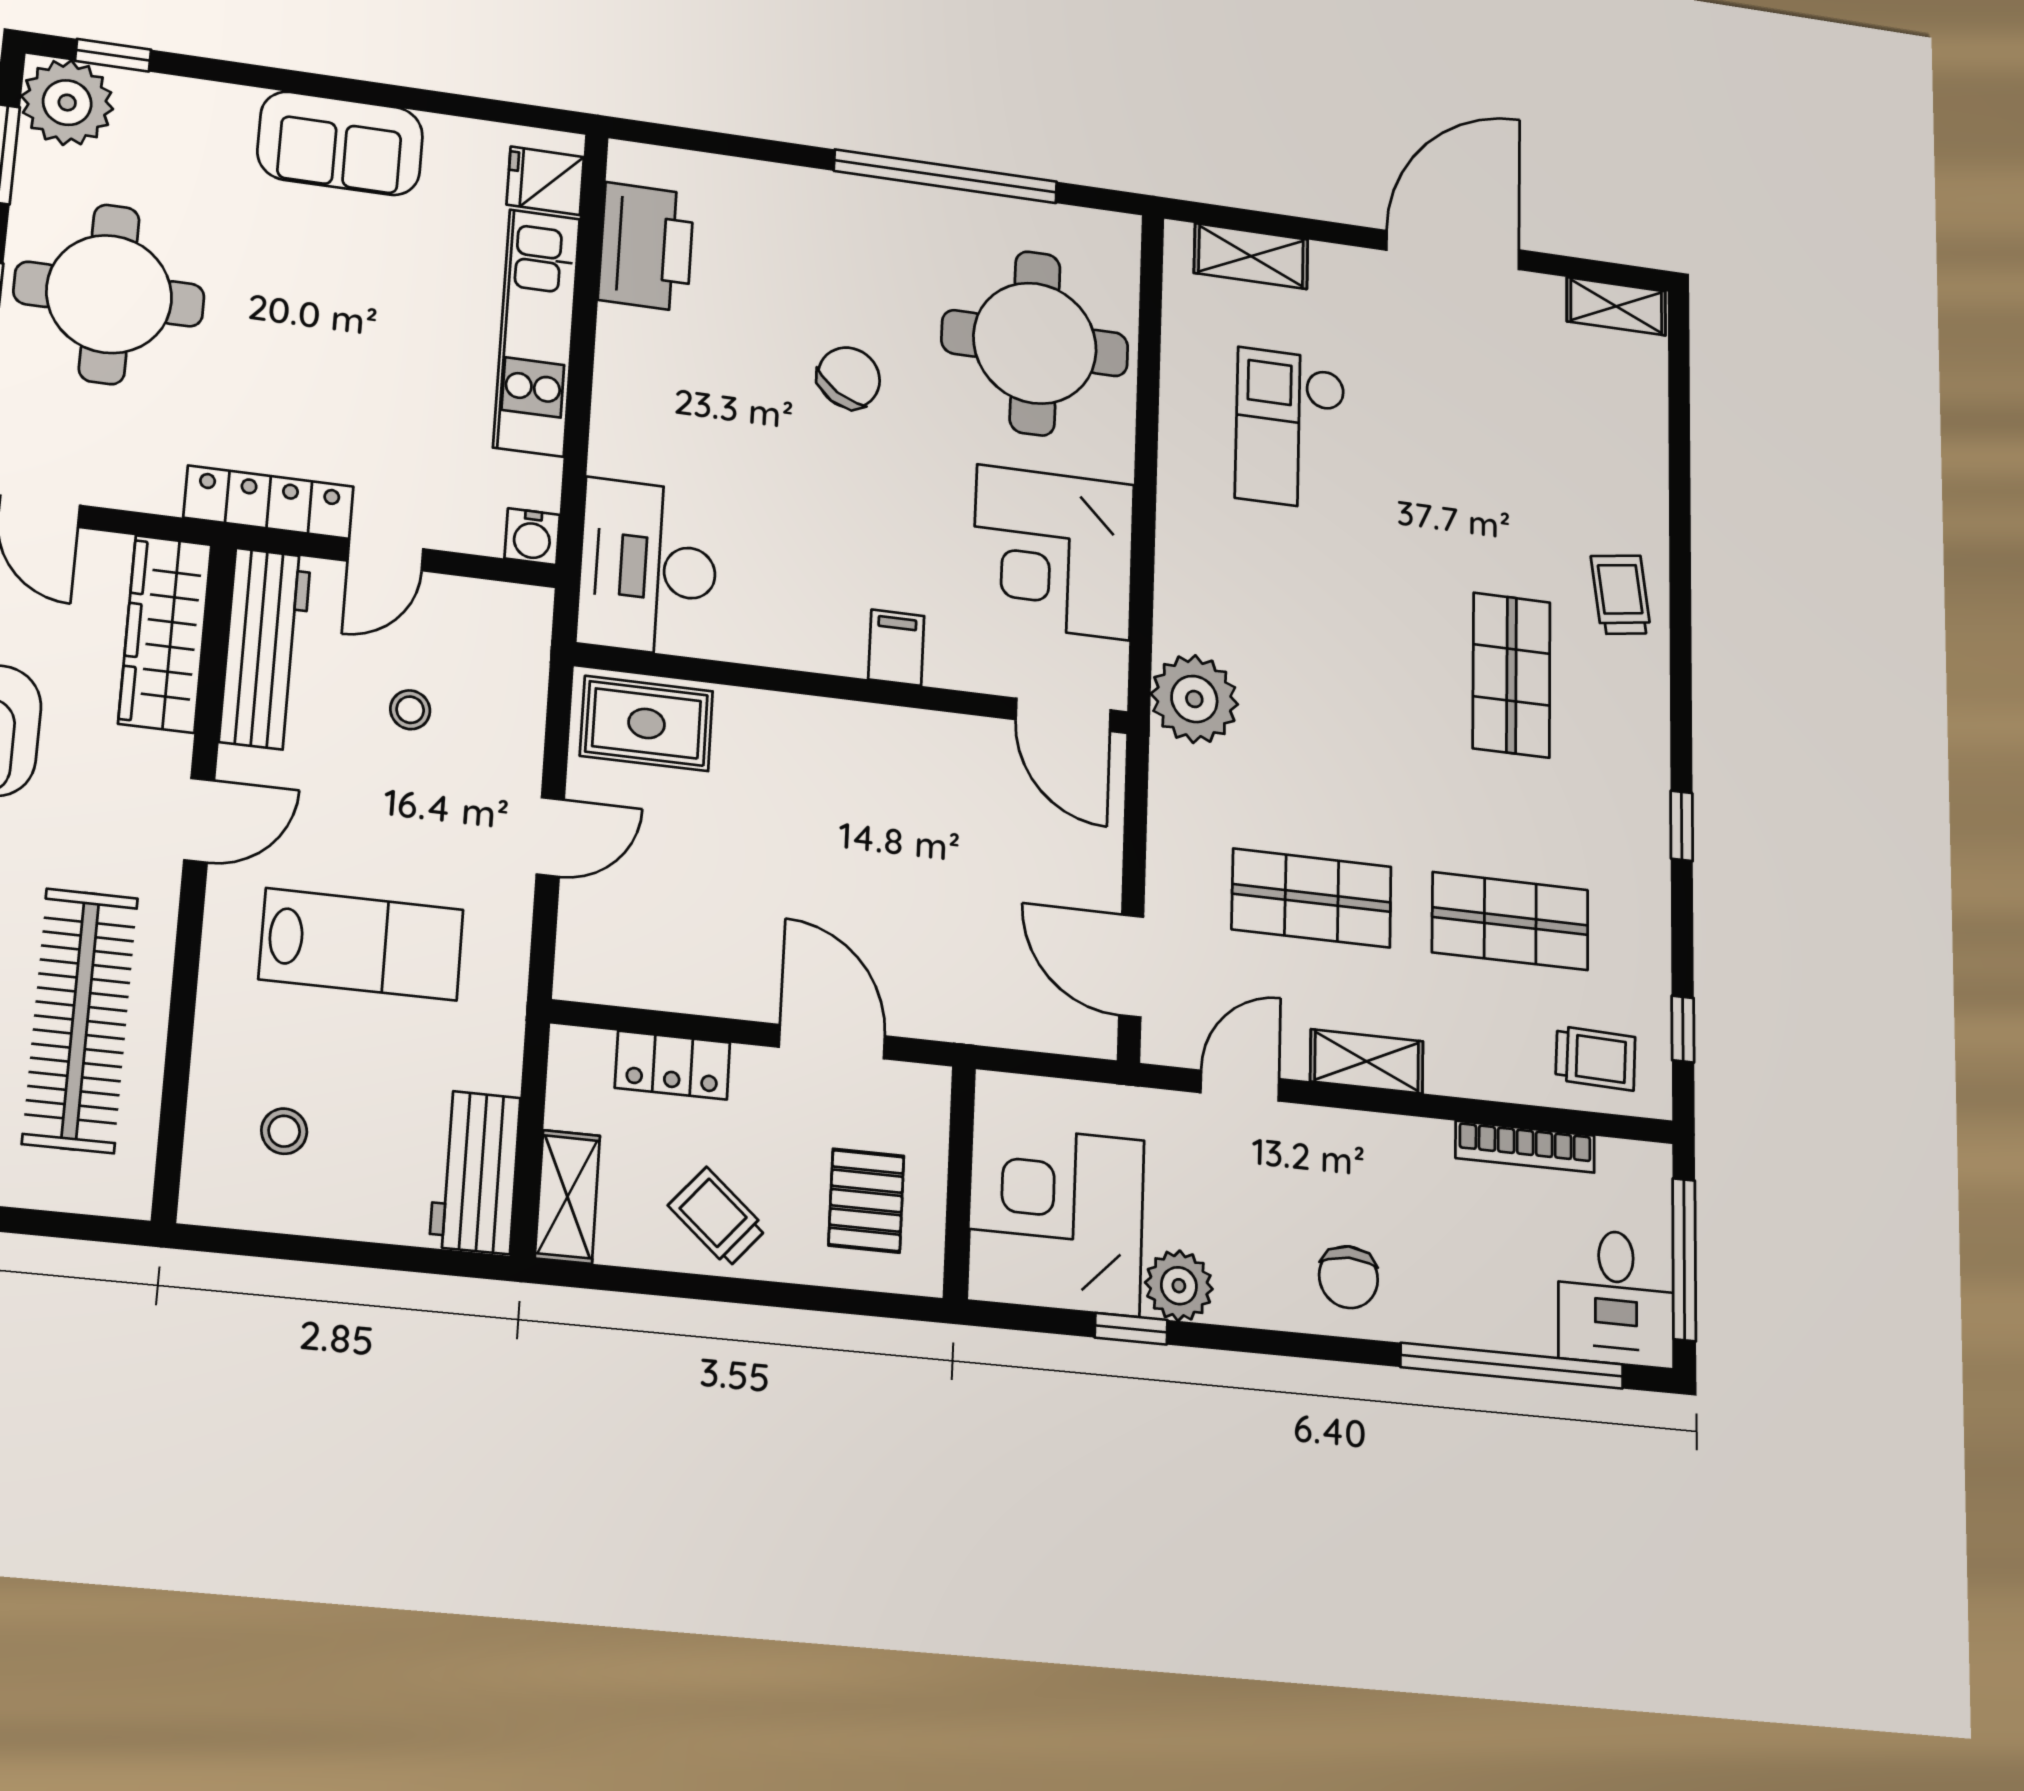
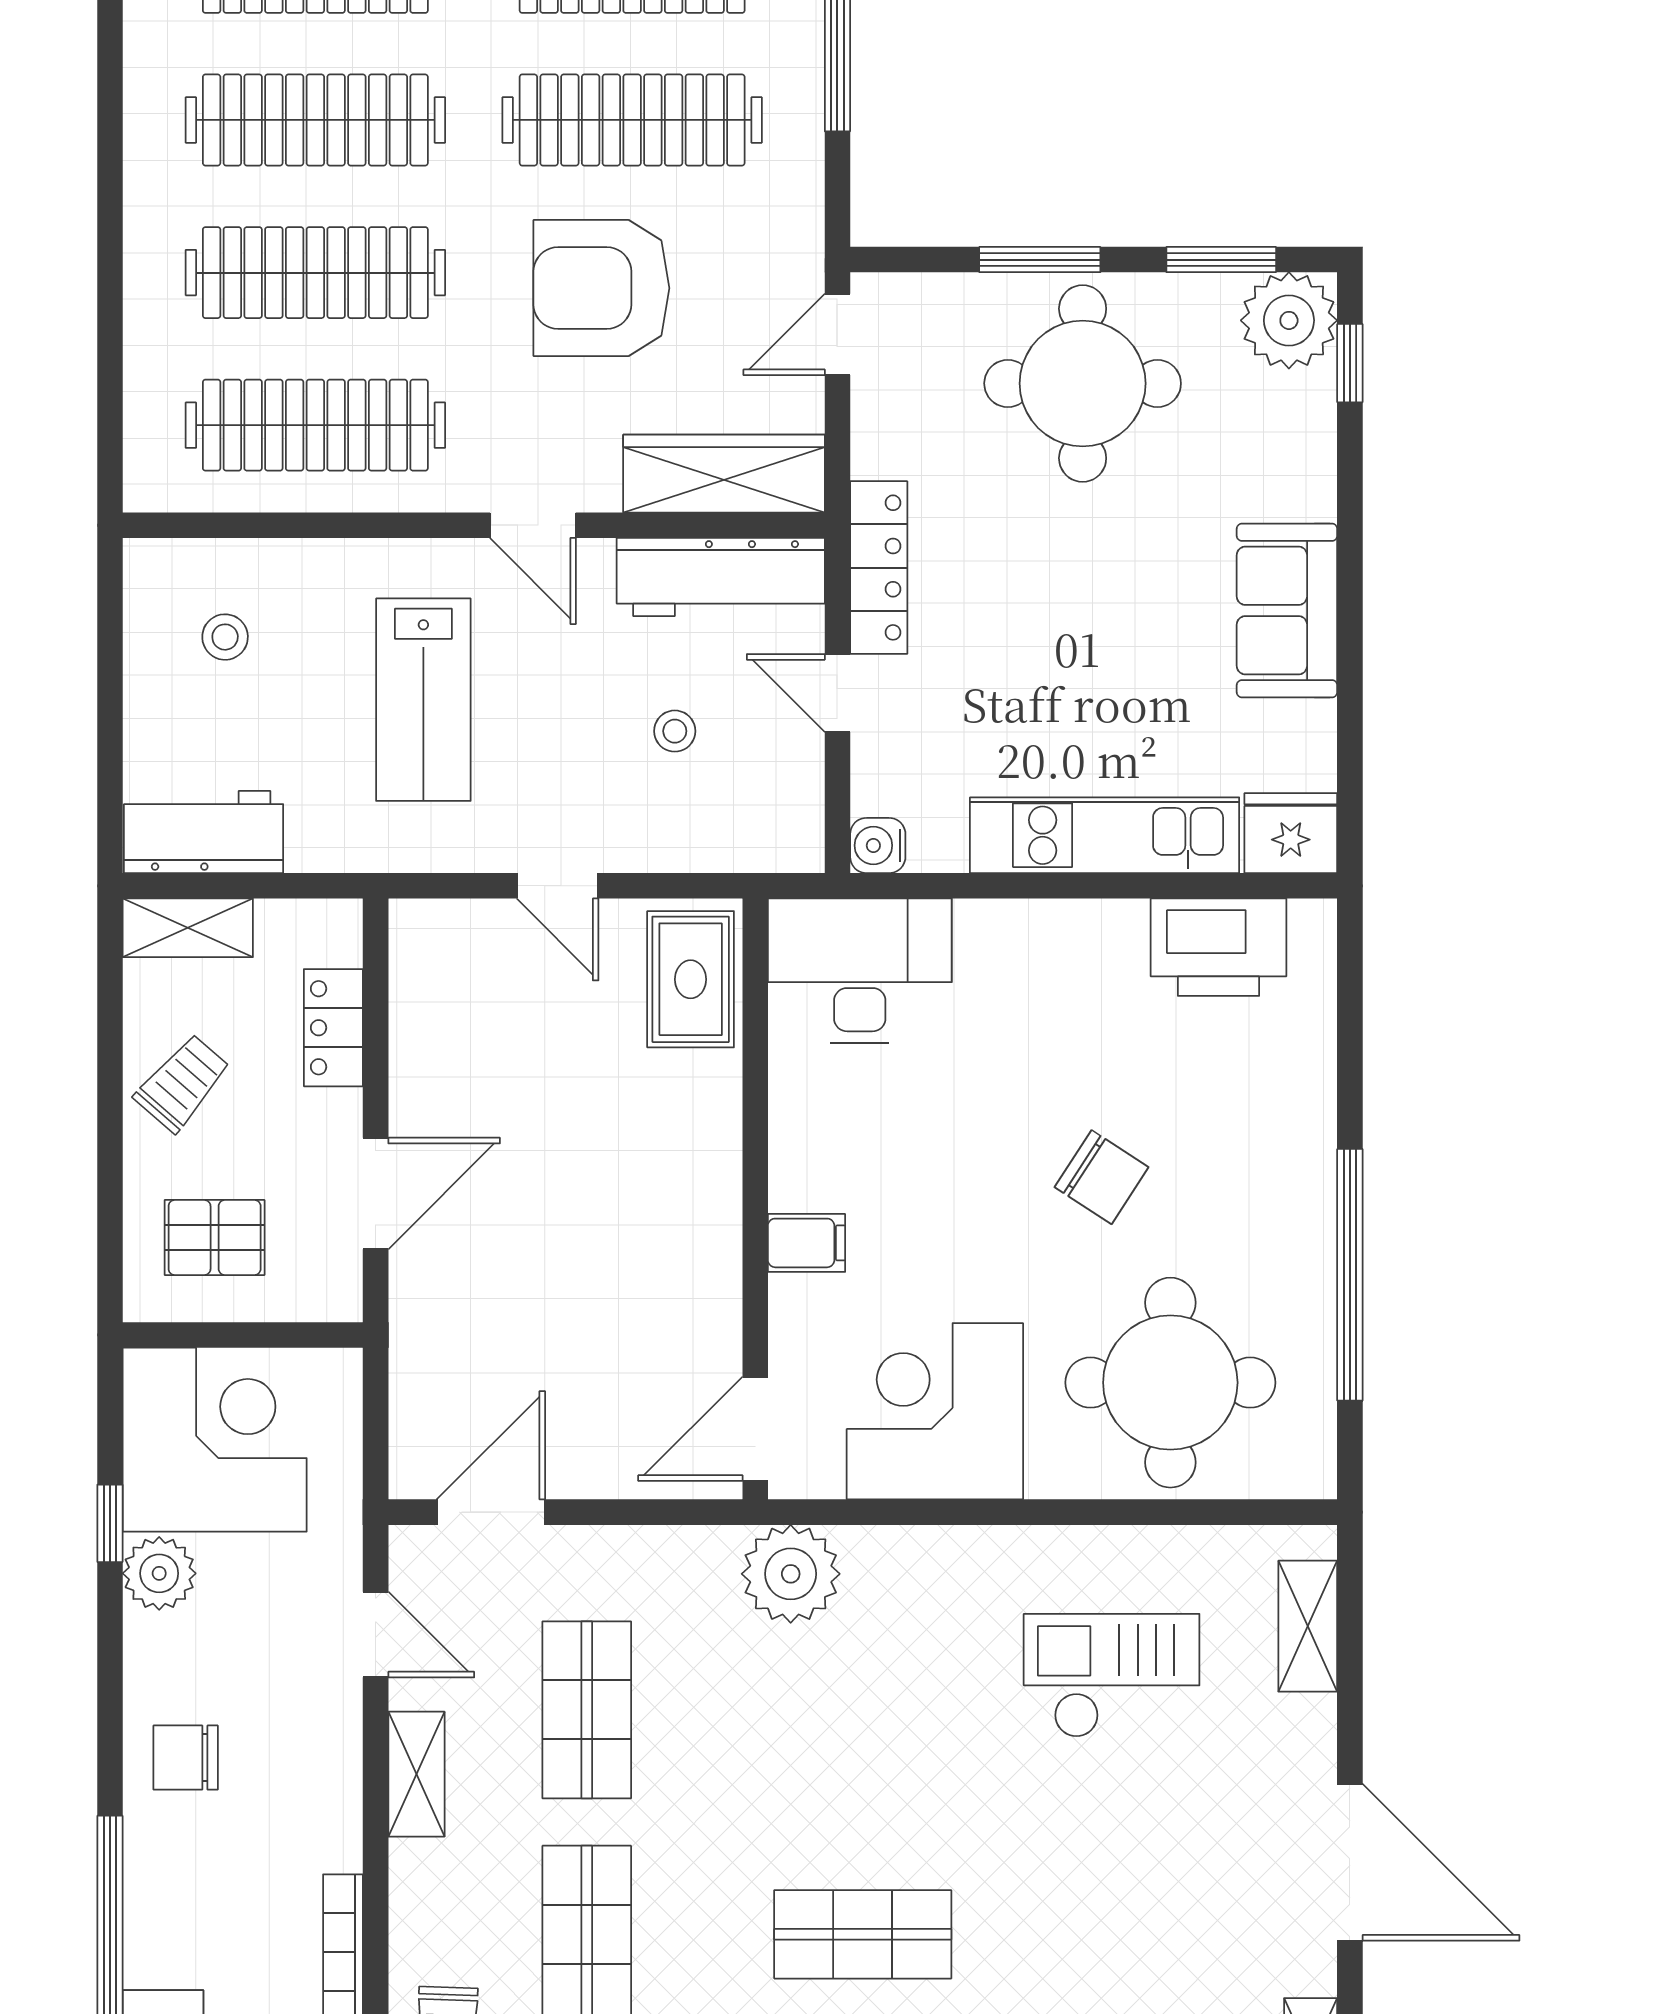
fridge: (545, 181) -> (1291, 833), width x1.38

